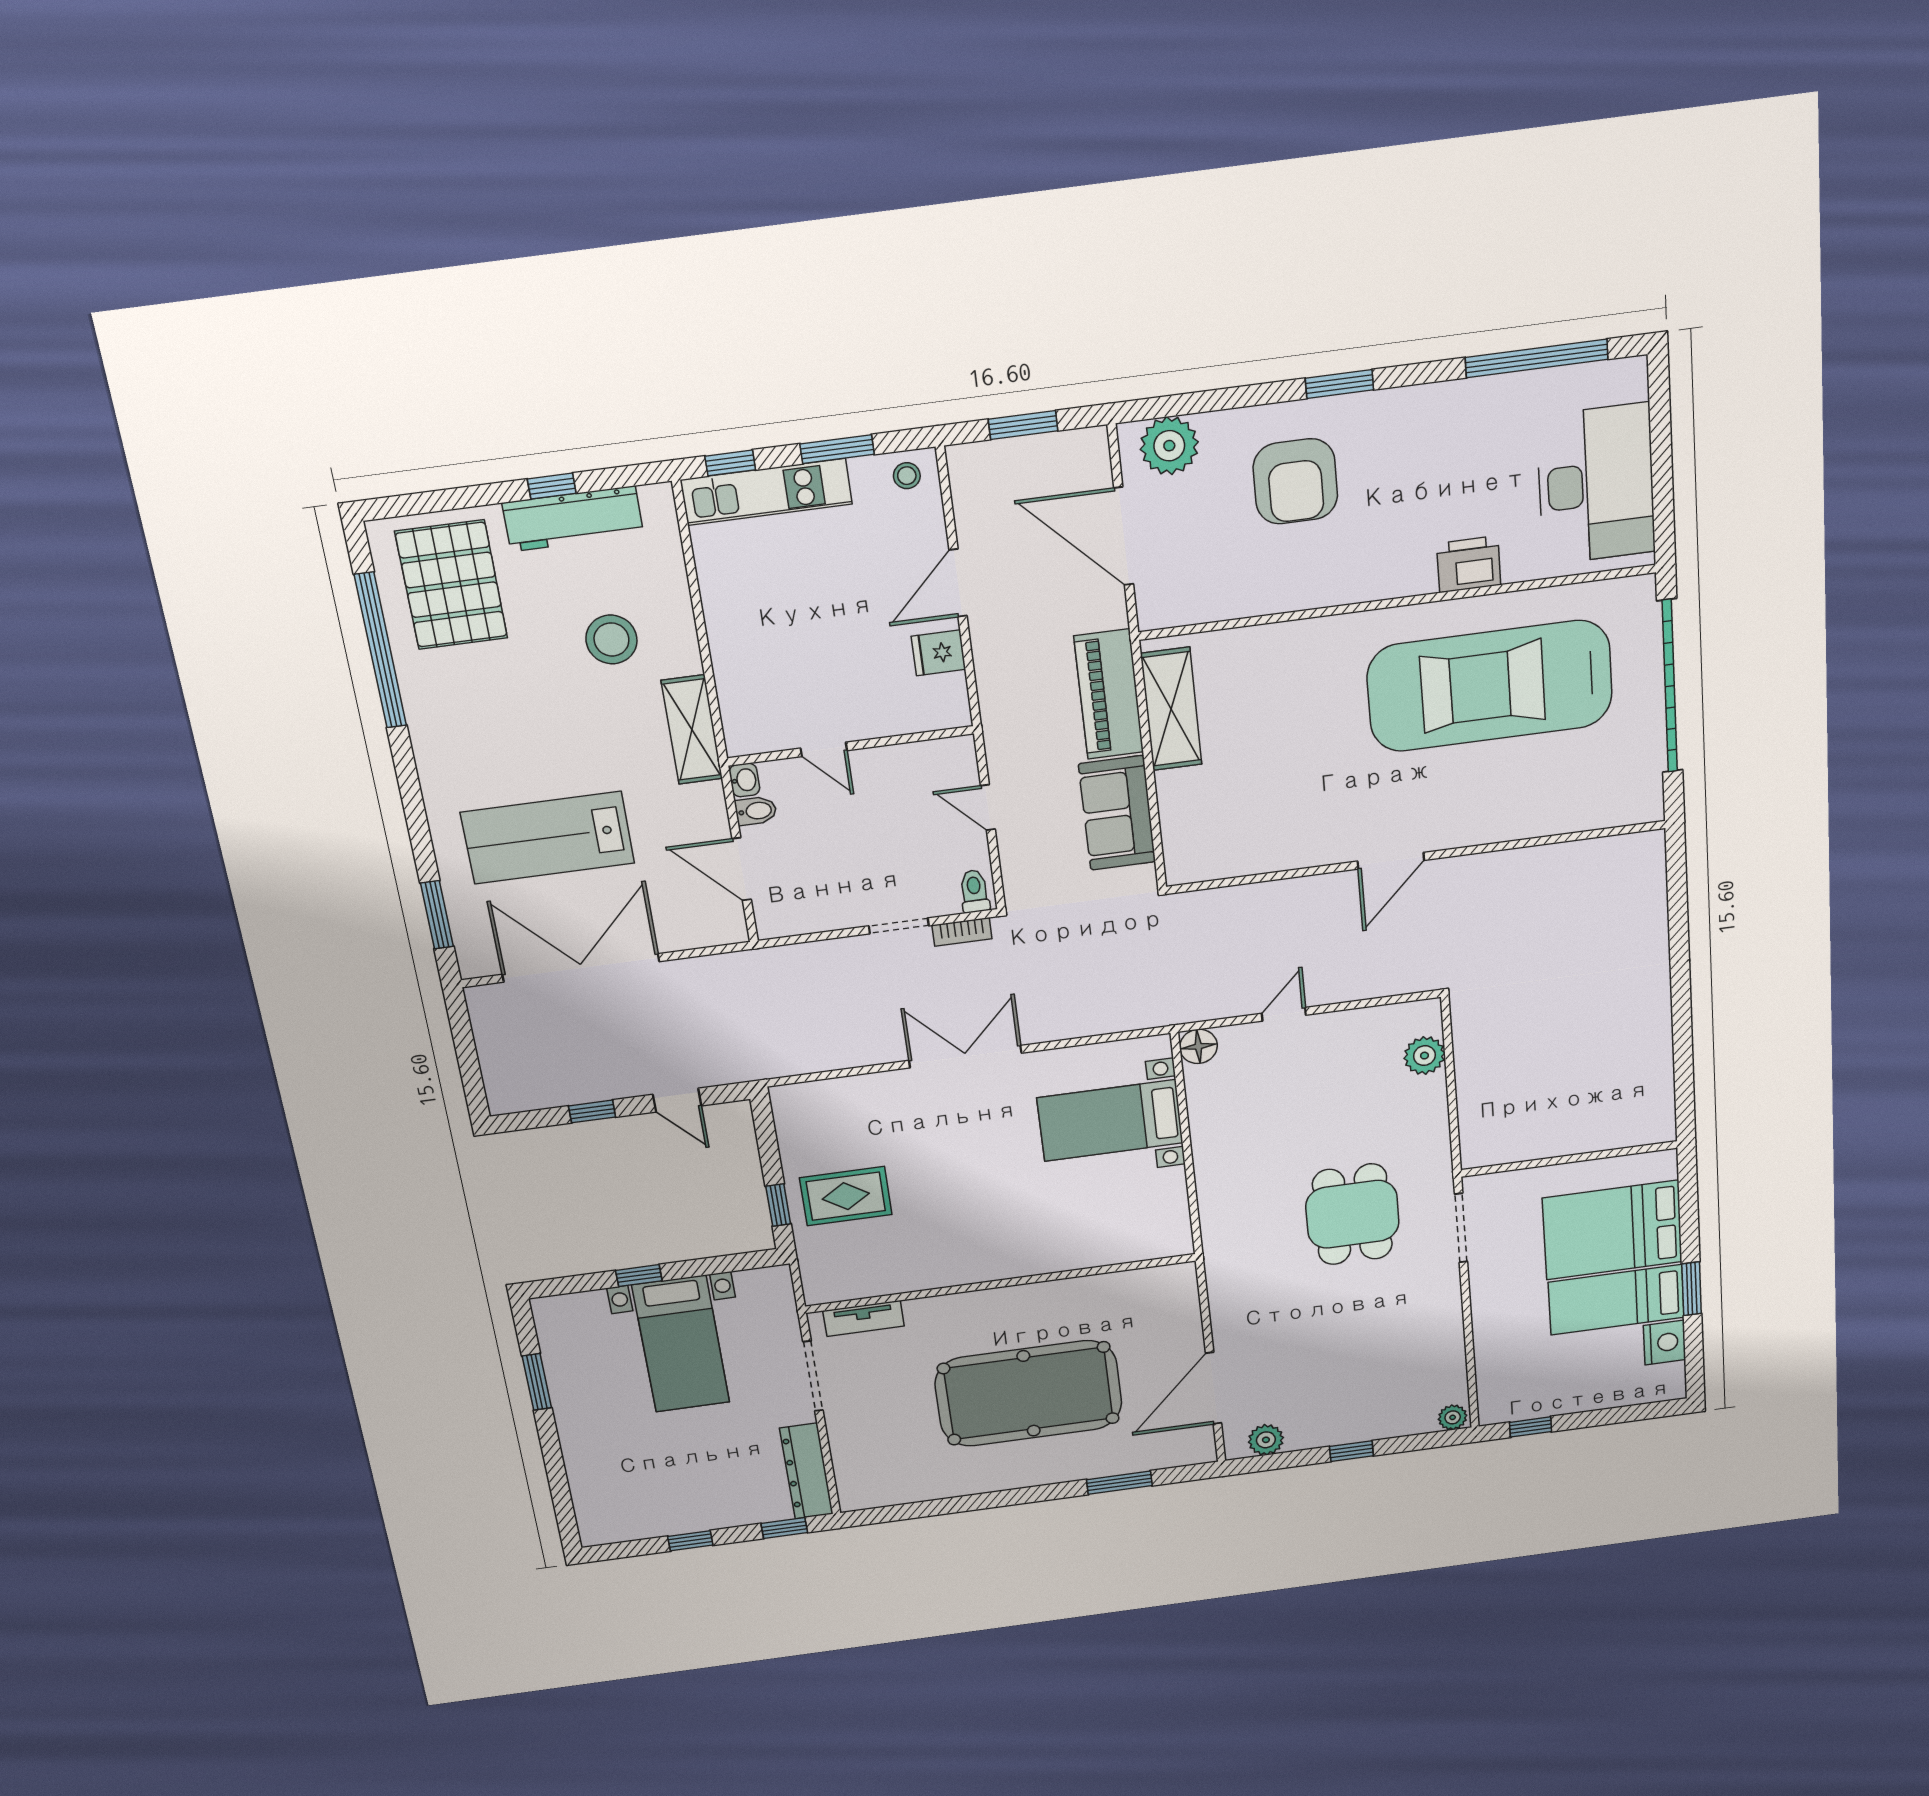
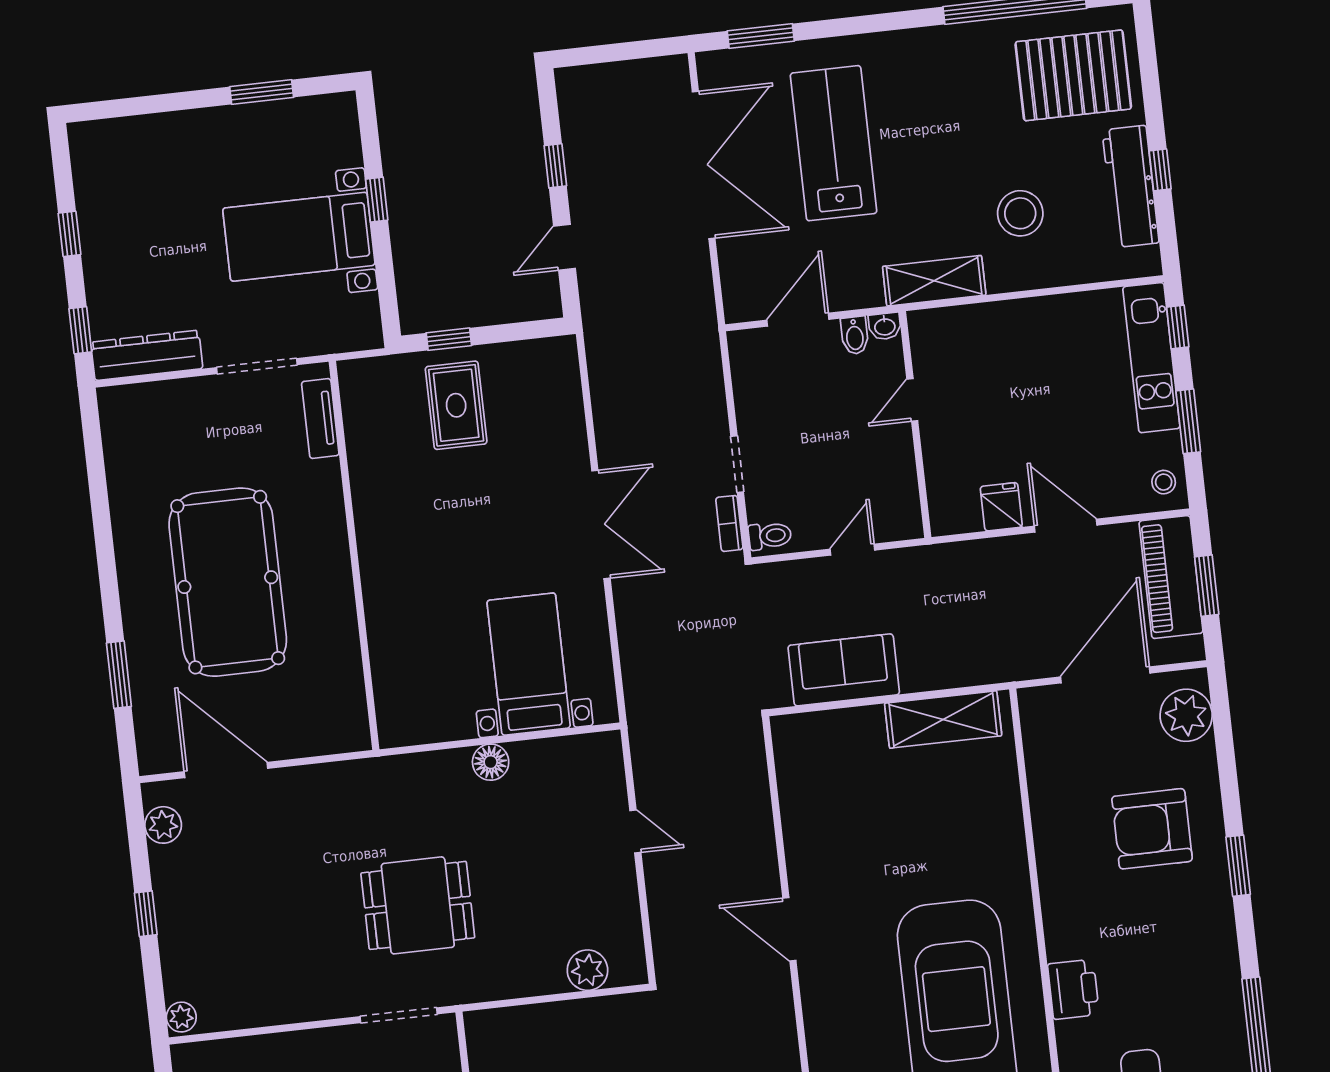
piano: (1109, 694) -> (1171, 577), moved, turned -90
floor lamp: (1198, 1046) -> (491, 762), moved

